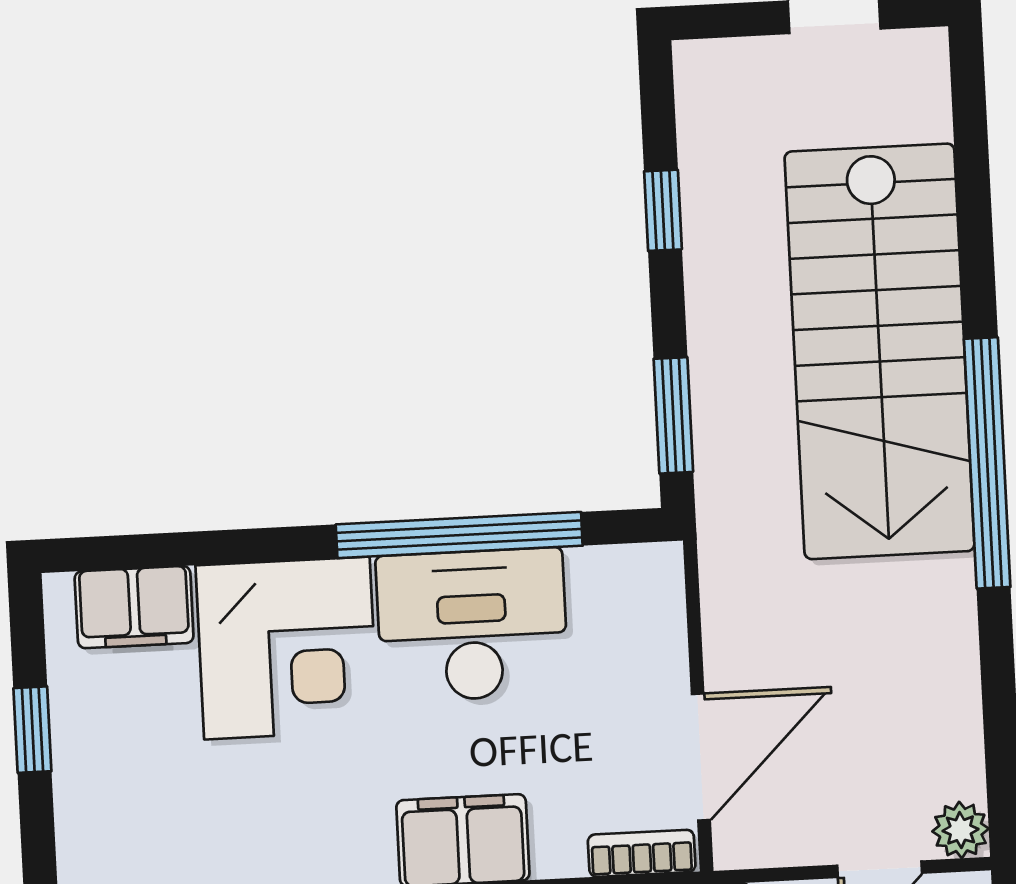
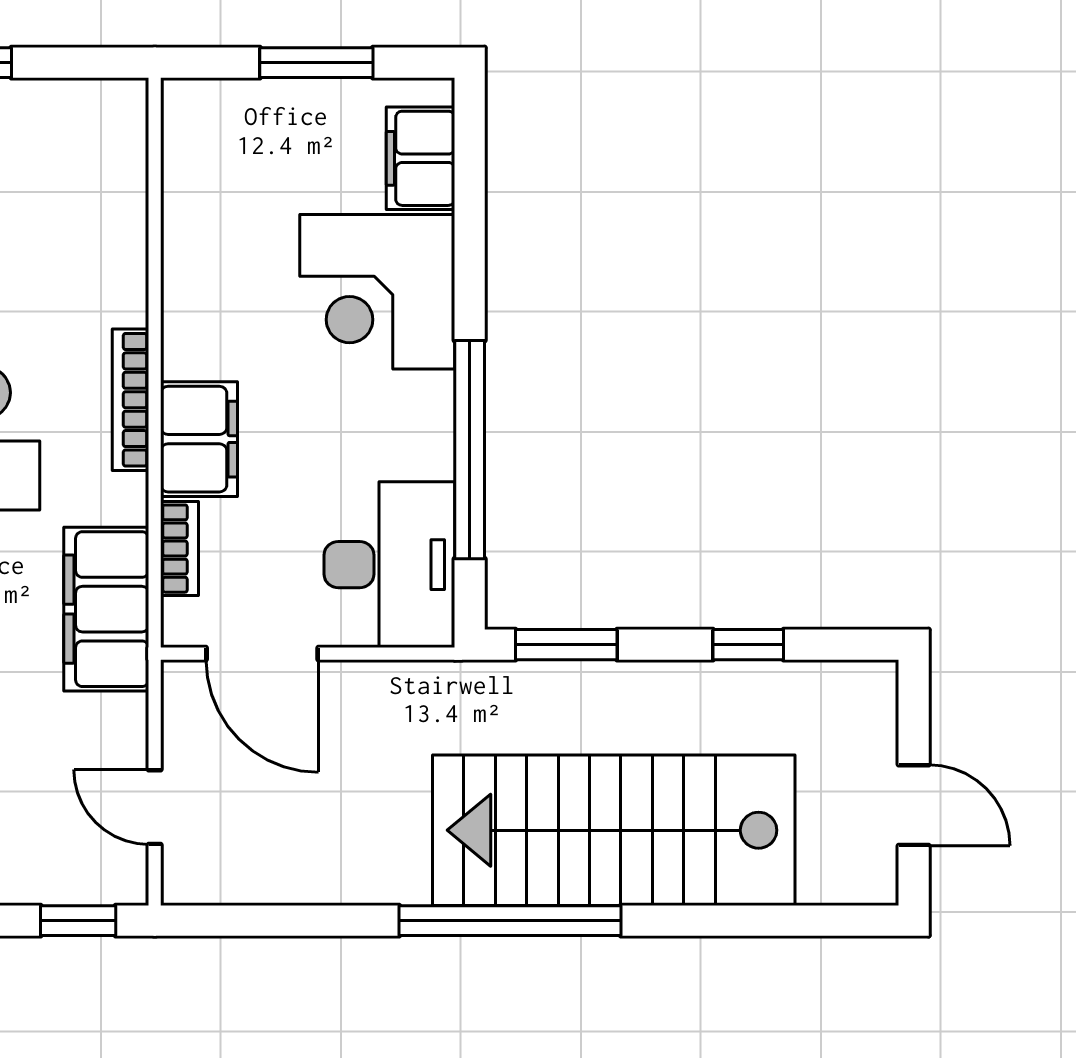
desk: (472, 625) -> (389, 565), moved
window: (32, 730) -> (316, 63), width x1.50
plant: (961, 830) -> (186, 881), removed
bookcase: (642, 853) -> (180, 549), moved

